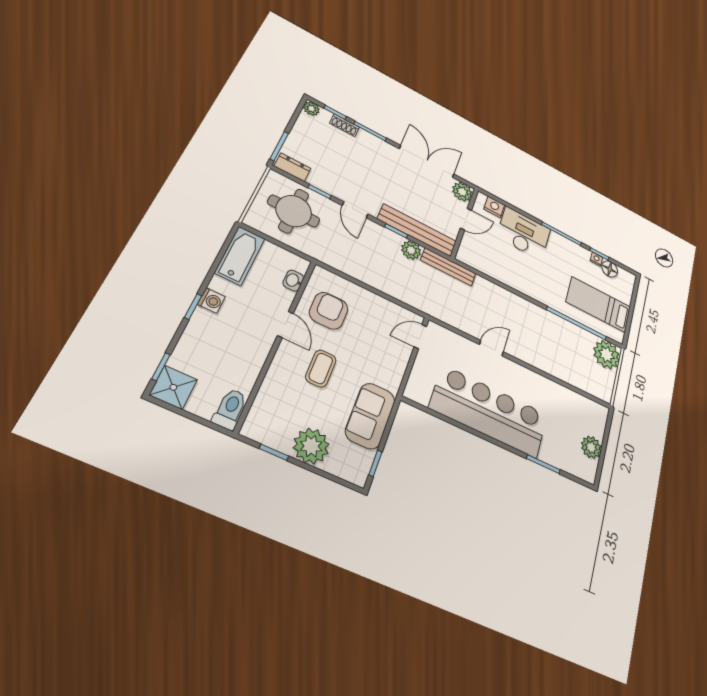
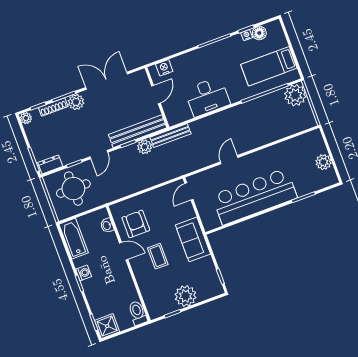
shoe rack: (345, 125) -> (53, 107), width x1.43
plant: (462, 192) -> (76, 102), moved
door: (355, 210) -> (99, 155), hinge flipped
desk: (524, 233) -> (207, 97), moved, turned 180
sofa: (370, 416) -> (193, 239), moved

